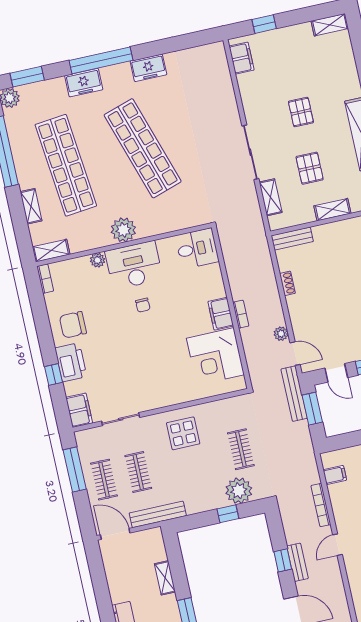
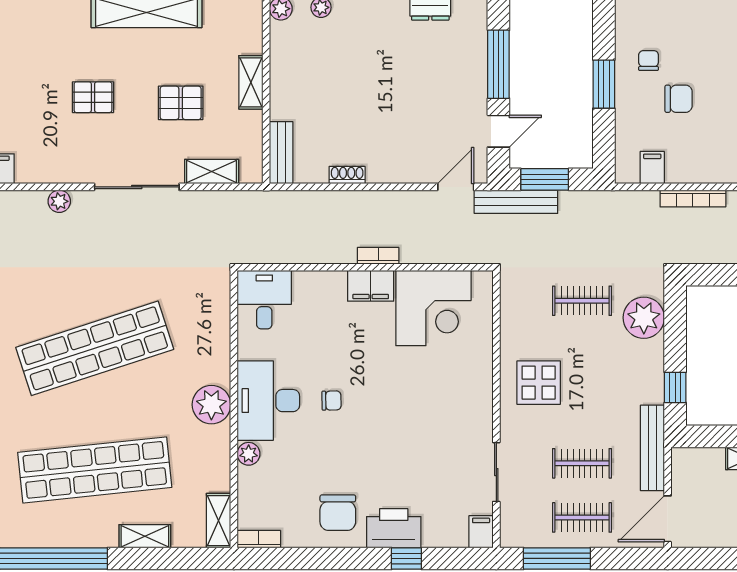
plant: (281, 334) -> (59, 201), moved
filing cabinet: (79, 410) -> (481, 532), width x0.50
window: (228, 514) -> (675, 387), moved

